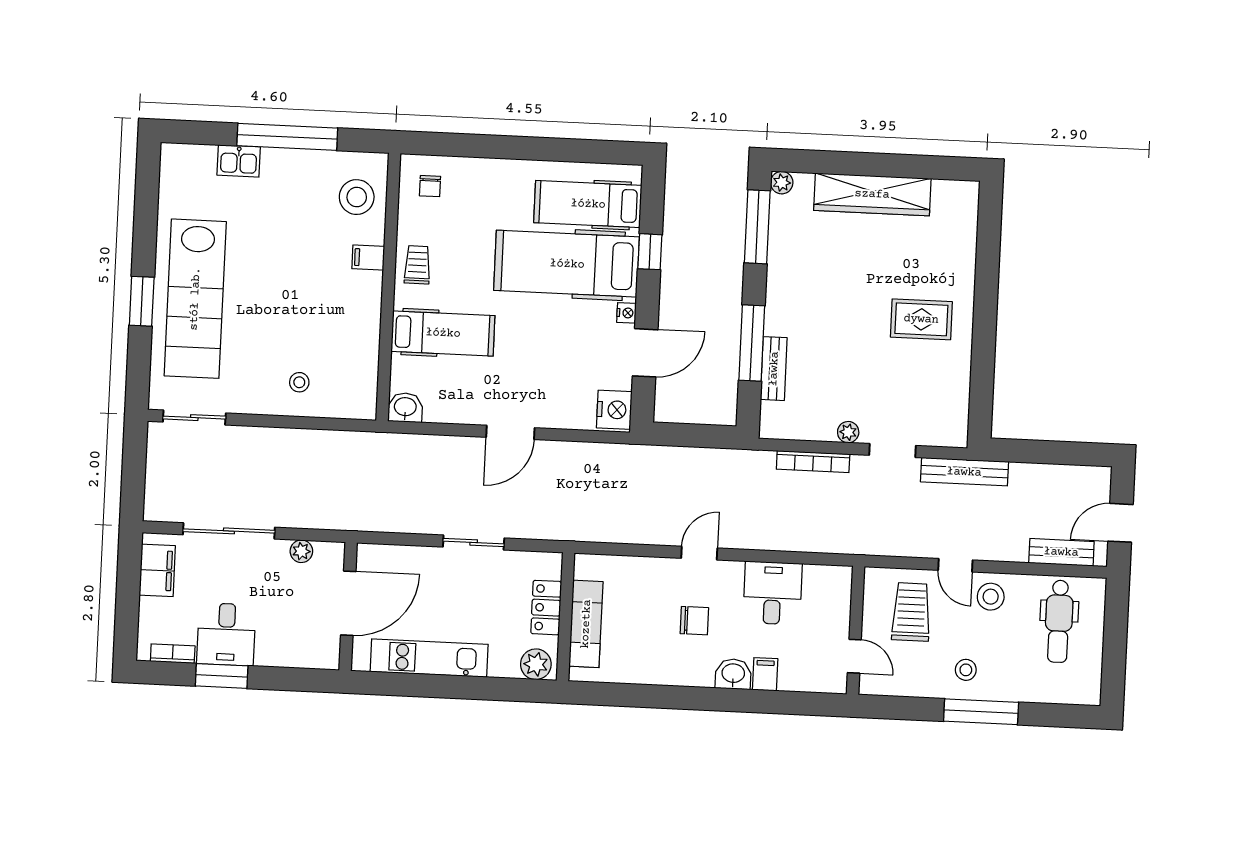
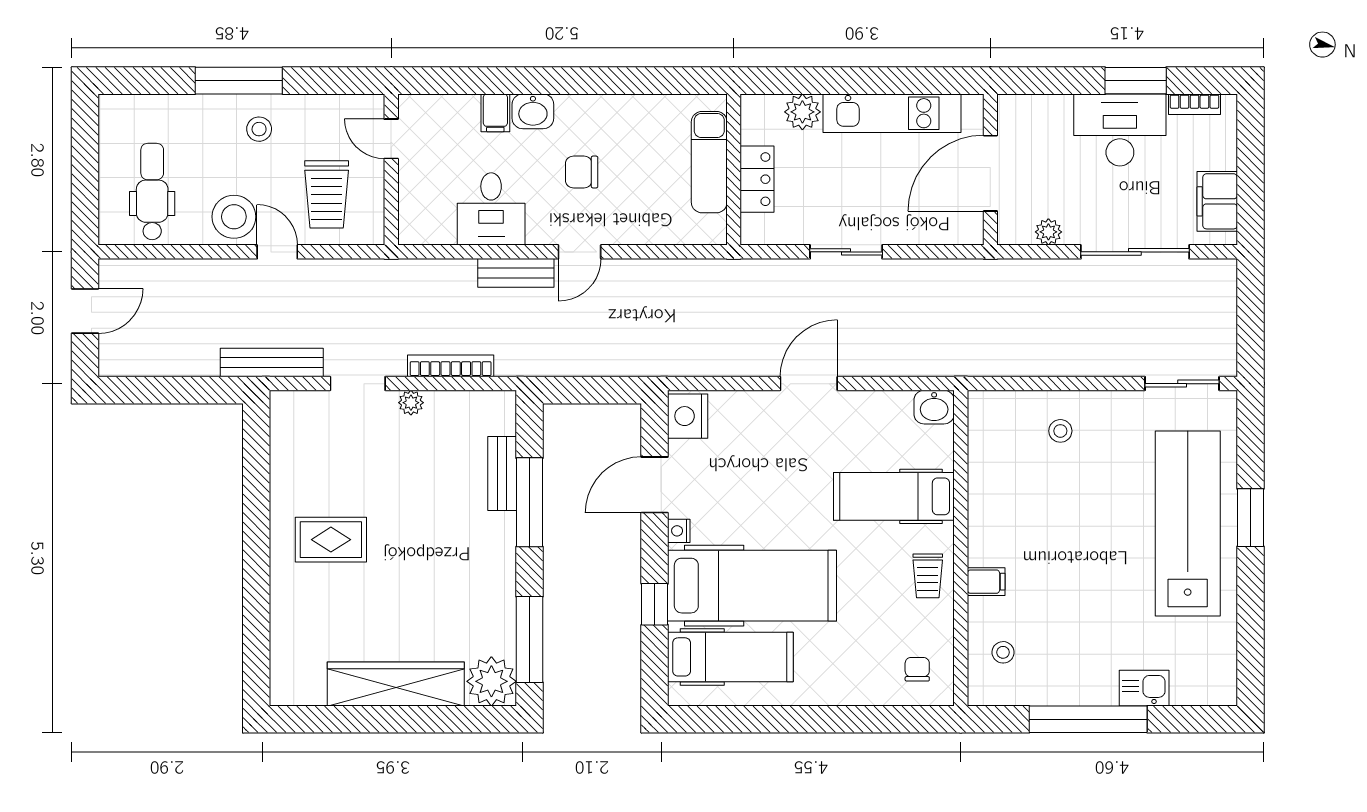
plant: (782, 183) -> (491, 681), width x1.88, depth x1.88
stool: (357, 197) -> (1003, 652), width x0.53, depth x0.53
bench: (1061, 552) -> (516, 273), moved
stool: (991, 597) -> (234, 217), width x1.38, depth x1.38
desk: (226, 634) -> (1120, 130), width x1.37
plant: (536, 664) -> (802, 112), moved

